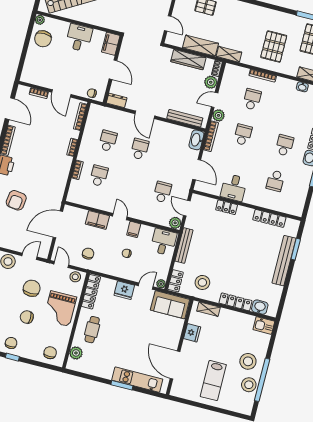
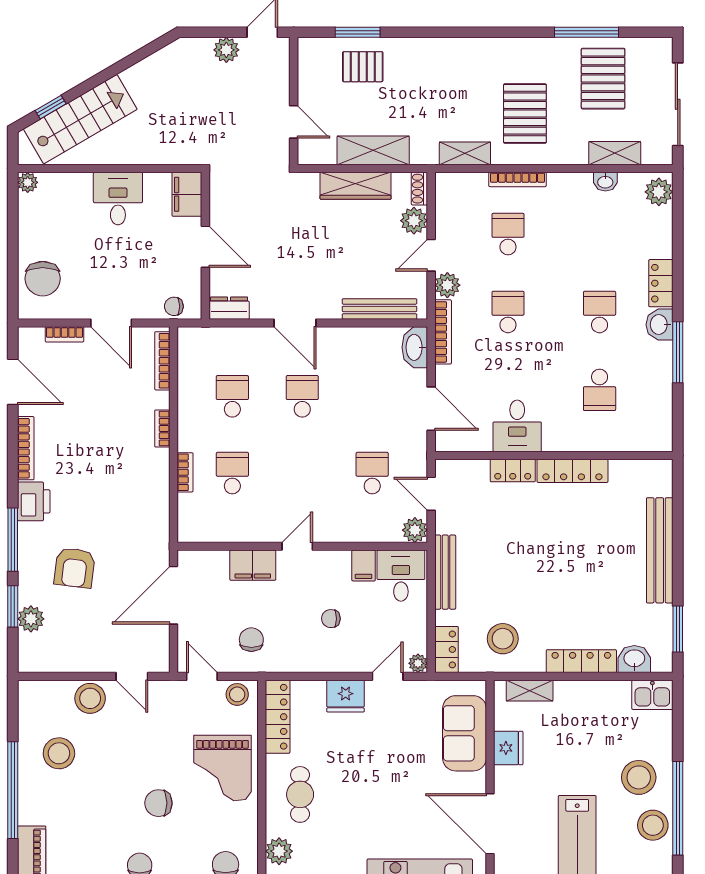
chair: (43, 39) -> (43, 279), moved
shelving: (229, 54) -> (465, 153), moved
door: (120, 217) -> (297, 546), hinge flipped
locker: (269, 218) -> (572, 471), moved
filing cabinet: (134, 229) -> (364, 566), moved
window: (296, 249) -> (678, 629), moved
door: (30, 256) -> (132, 676), swing flipped
chair: (32, 288) -> (153, 741), removed
sofa: (170, 305) -> (464, 733), moved, turned 90

